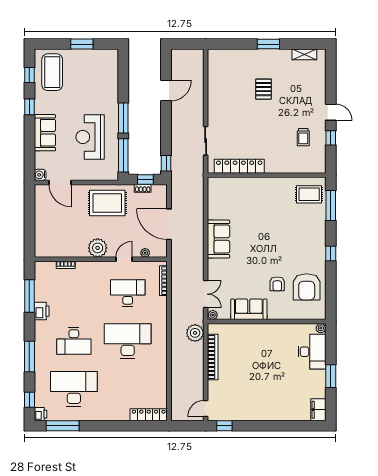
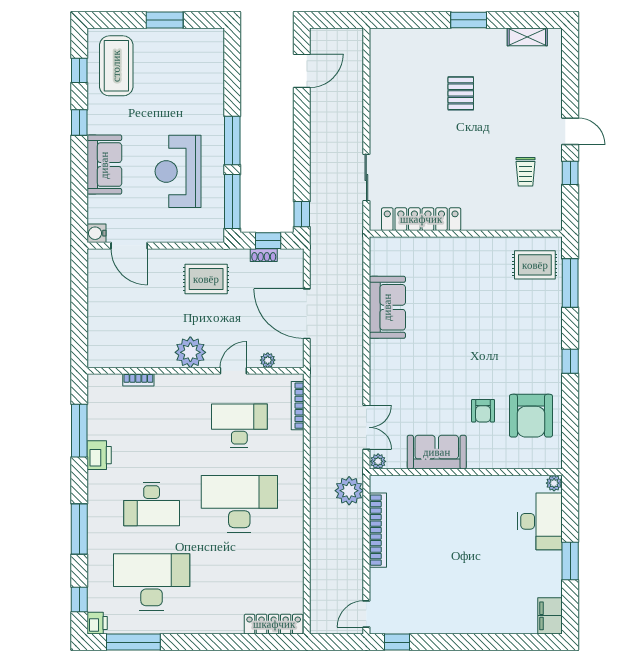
door: (166, 90) -> (302, 71), moved
rug: (107, 203) -> (206, 279), width x0.73, depth x0.70
sofa: (219, 239) -> (387, 307), moved

